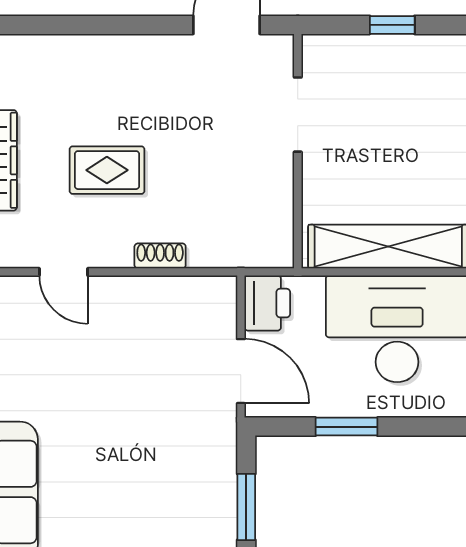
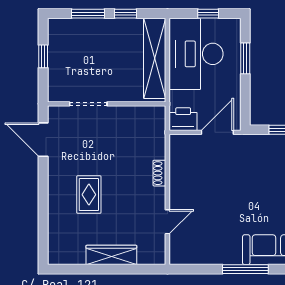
rug: (107, 170) -> (89, 195), moved
window: (347, 427) -> (245, 58), moved

